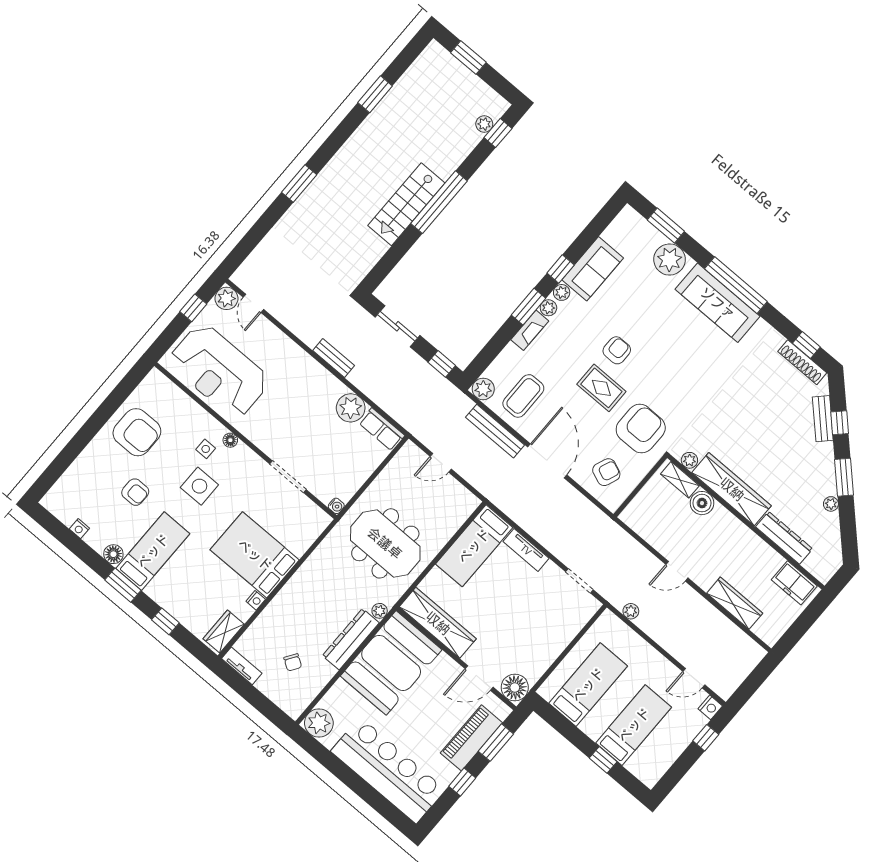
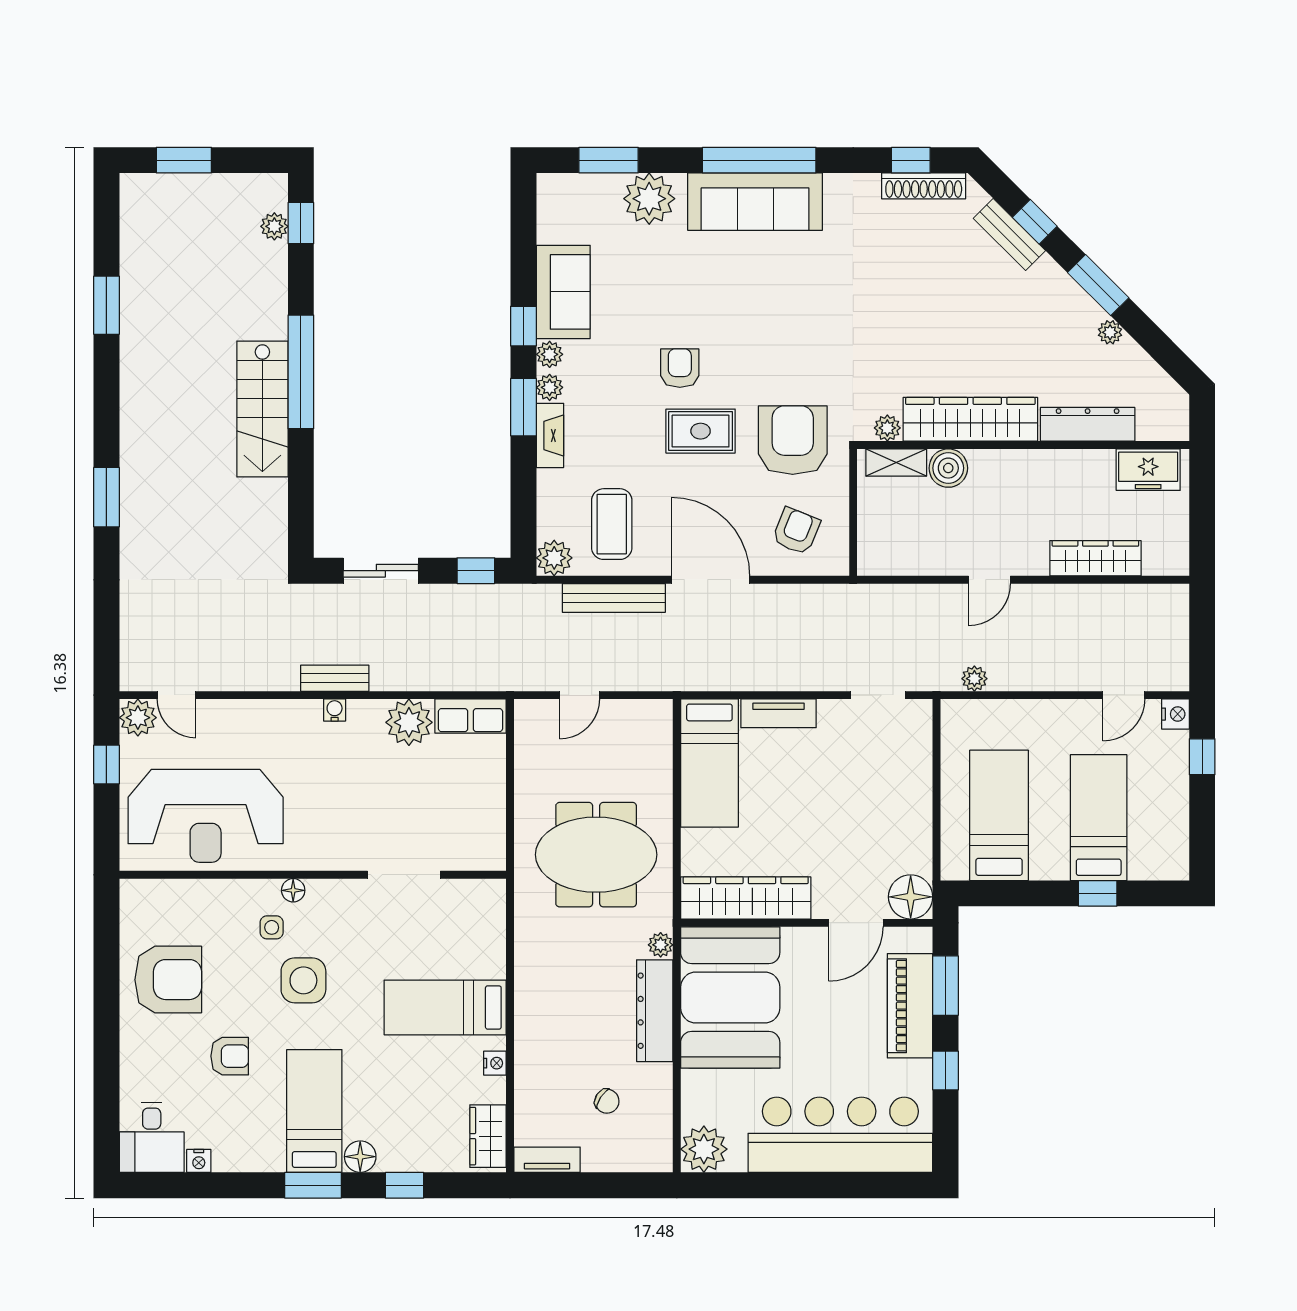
desk: (67, 499) -> (152, 1137), added
water cooler: (336, 506) -> (335, 710), moved, turned -90
floor lamp: (113, 554) -> (360, 1157), moved
bed: (255, 555) -> (445, 1007), width x0.67

